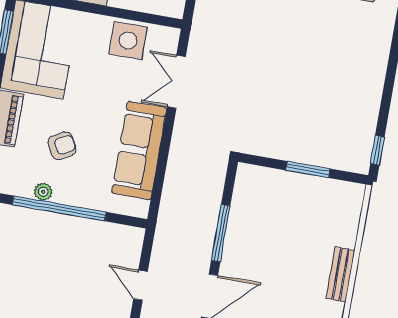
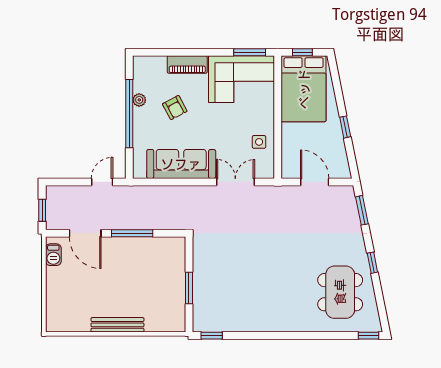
side table: (128, 41) -> (259, 142), width x0.54, depth x0.54
bench: (341, 274) -> (117, 325), width x1.36
door: (141, 285) -> (102, 182), moved

